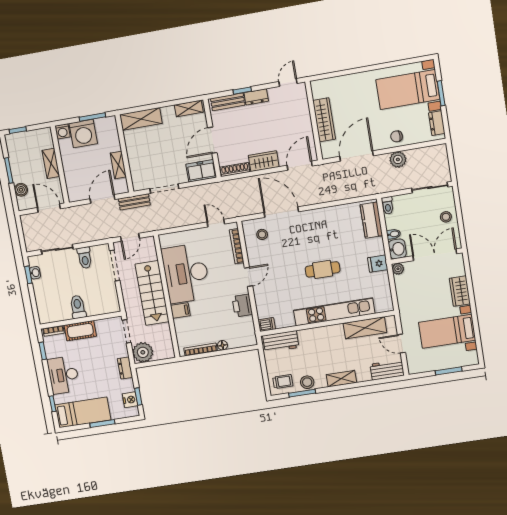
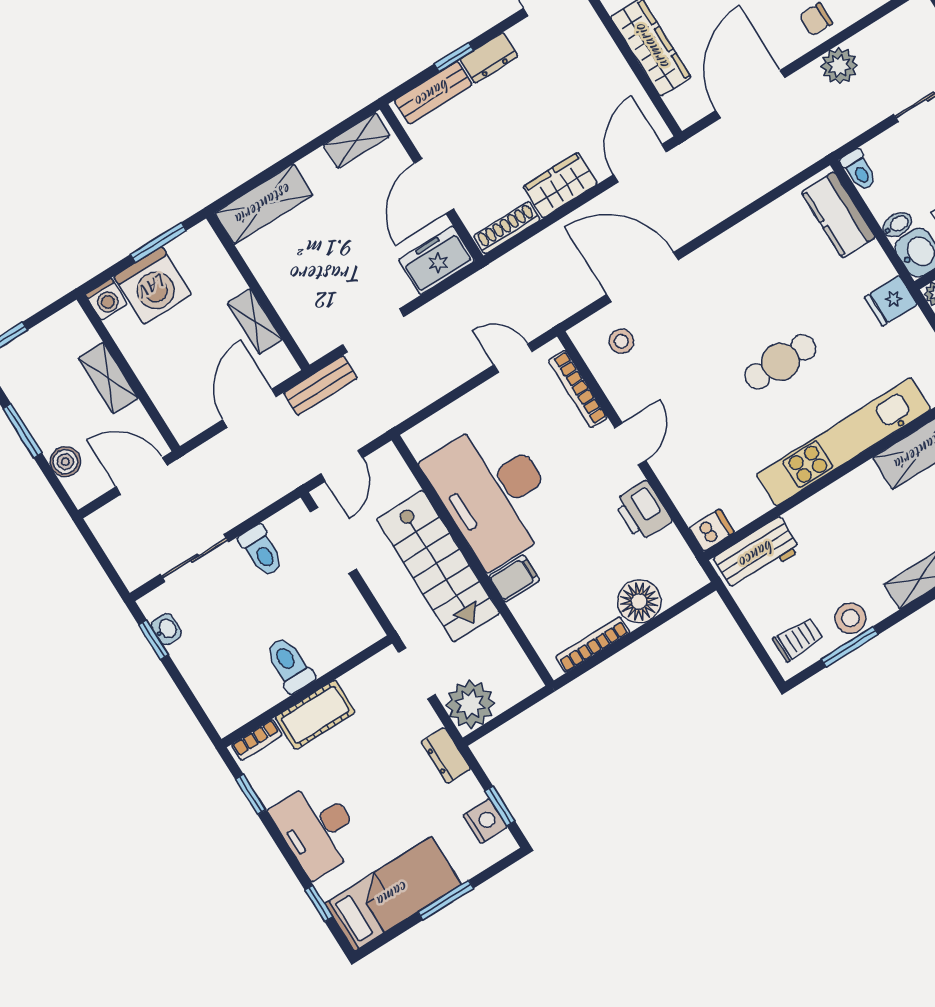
floor lamp: (222, 345) -> (639, 601), width x1.89, depth x1.89

